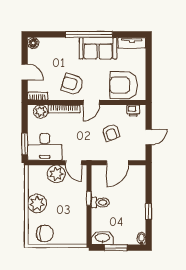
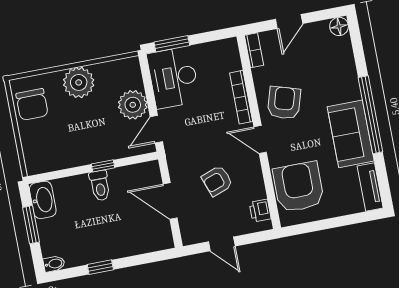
plant: (41, 112) -> (229, 60), removed

